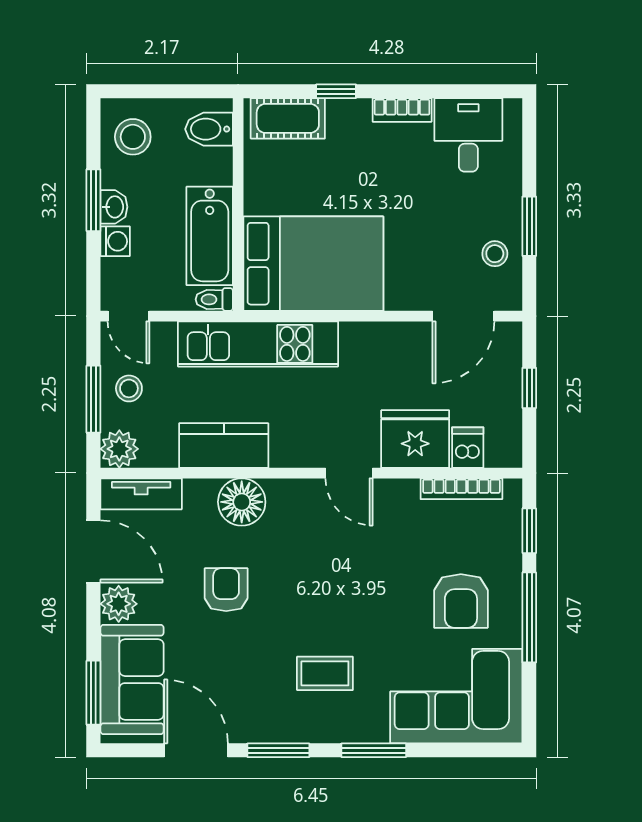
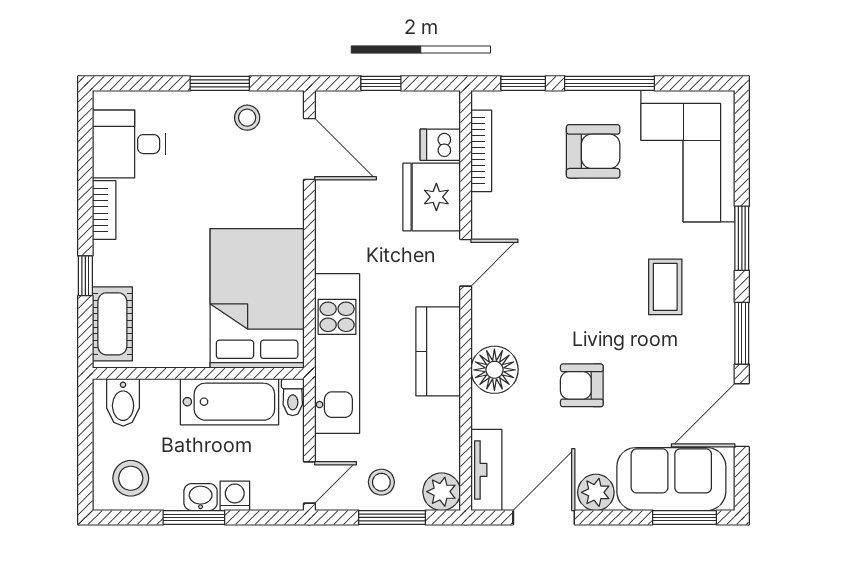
kitchen counter: (224, 445) -> (438, 351), moved

